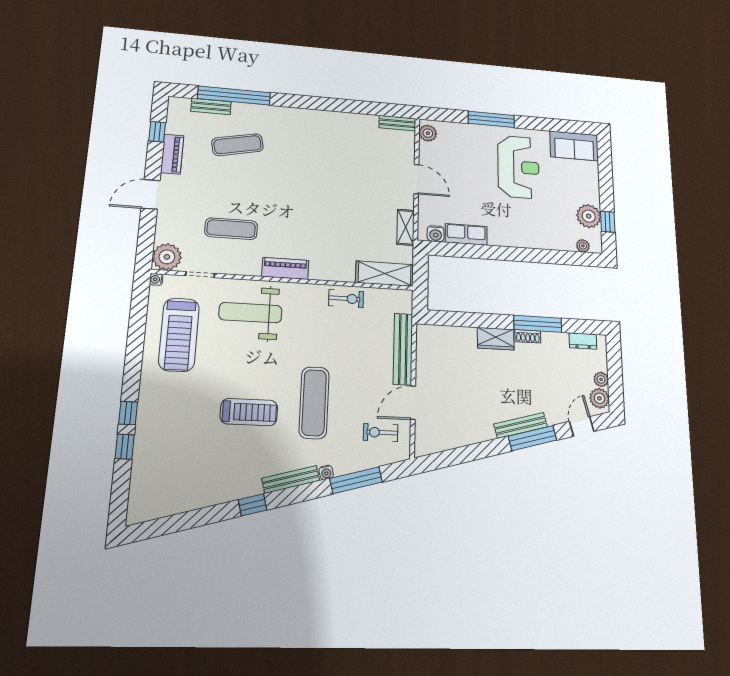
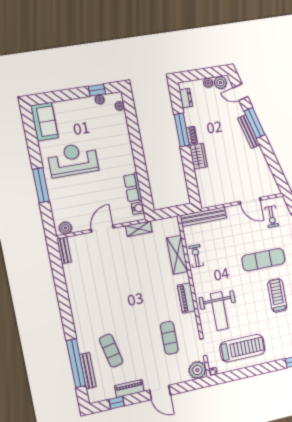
bench: (211, 107) -> (88, 371), width x1.36
plant: (589, 216) -> (100, 100), width x0.53, depth x0.53
shelving: (385, 274) -> (177, 255), moved
bench: (403, 349) -> (203, 217), moved

